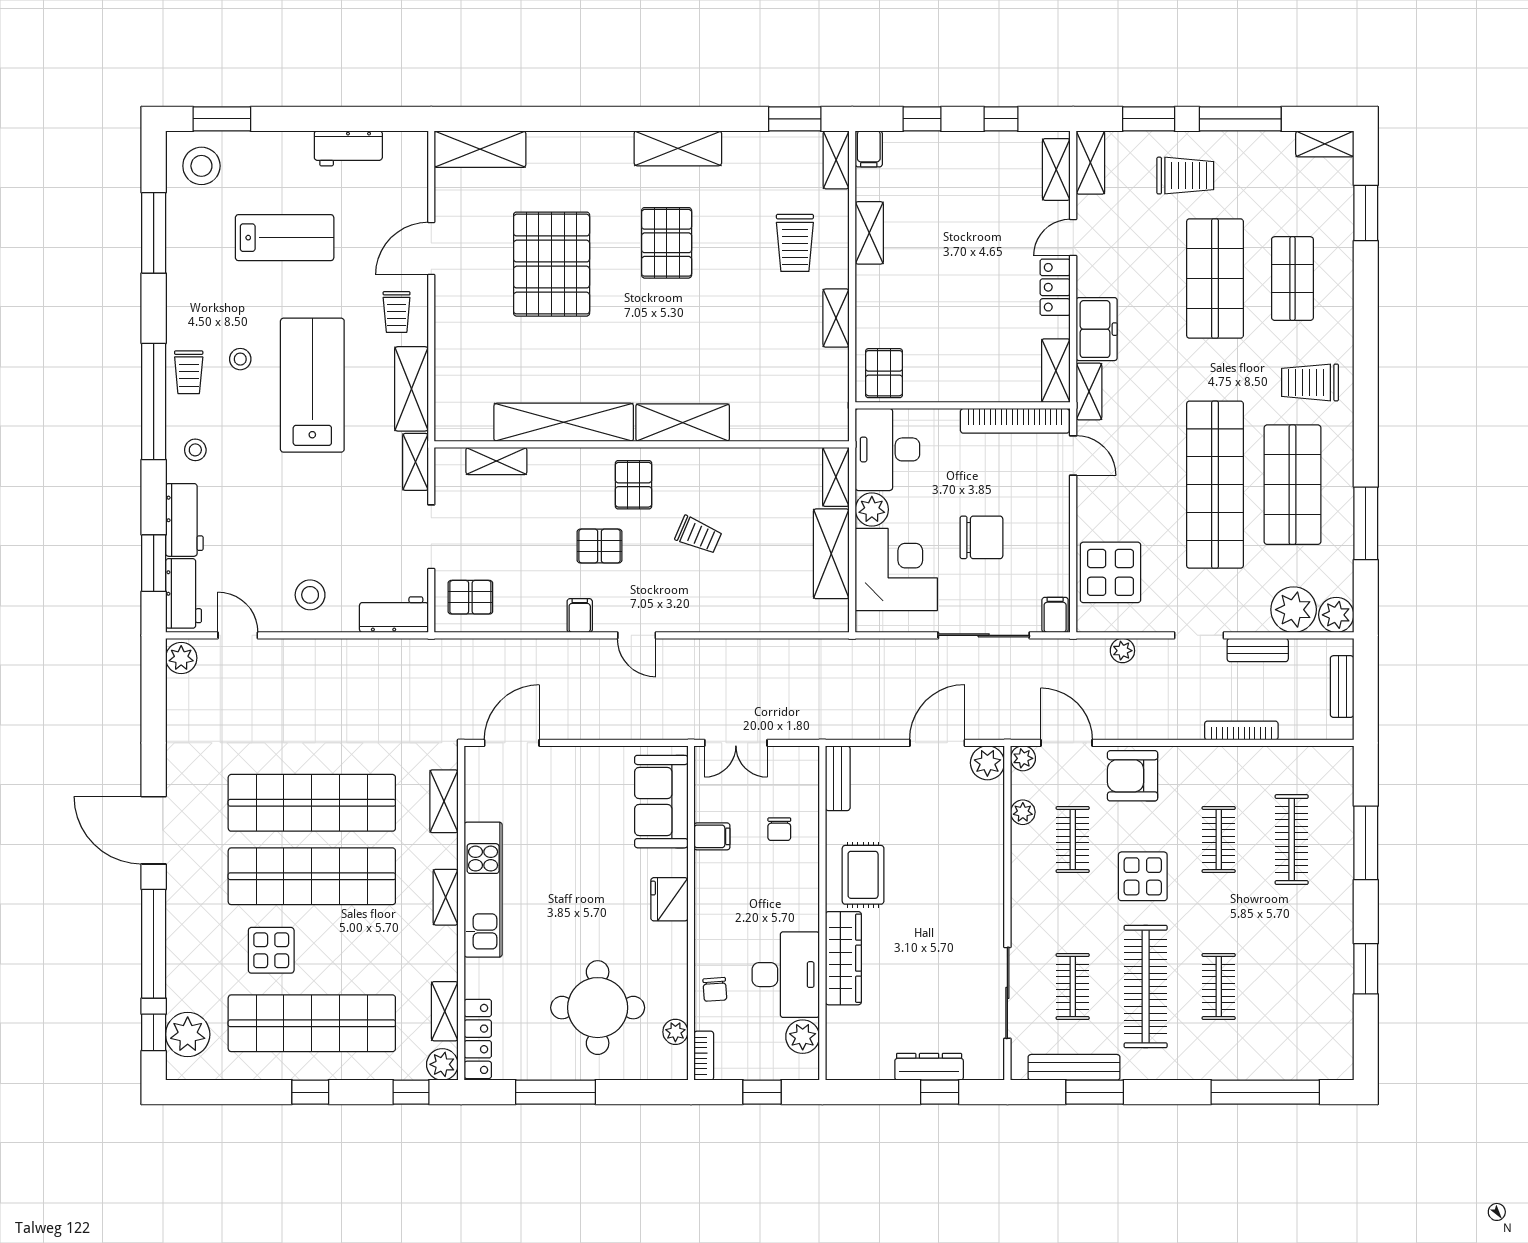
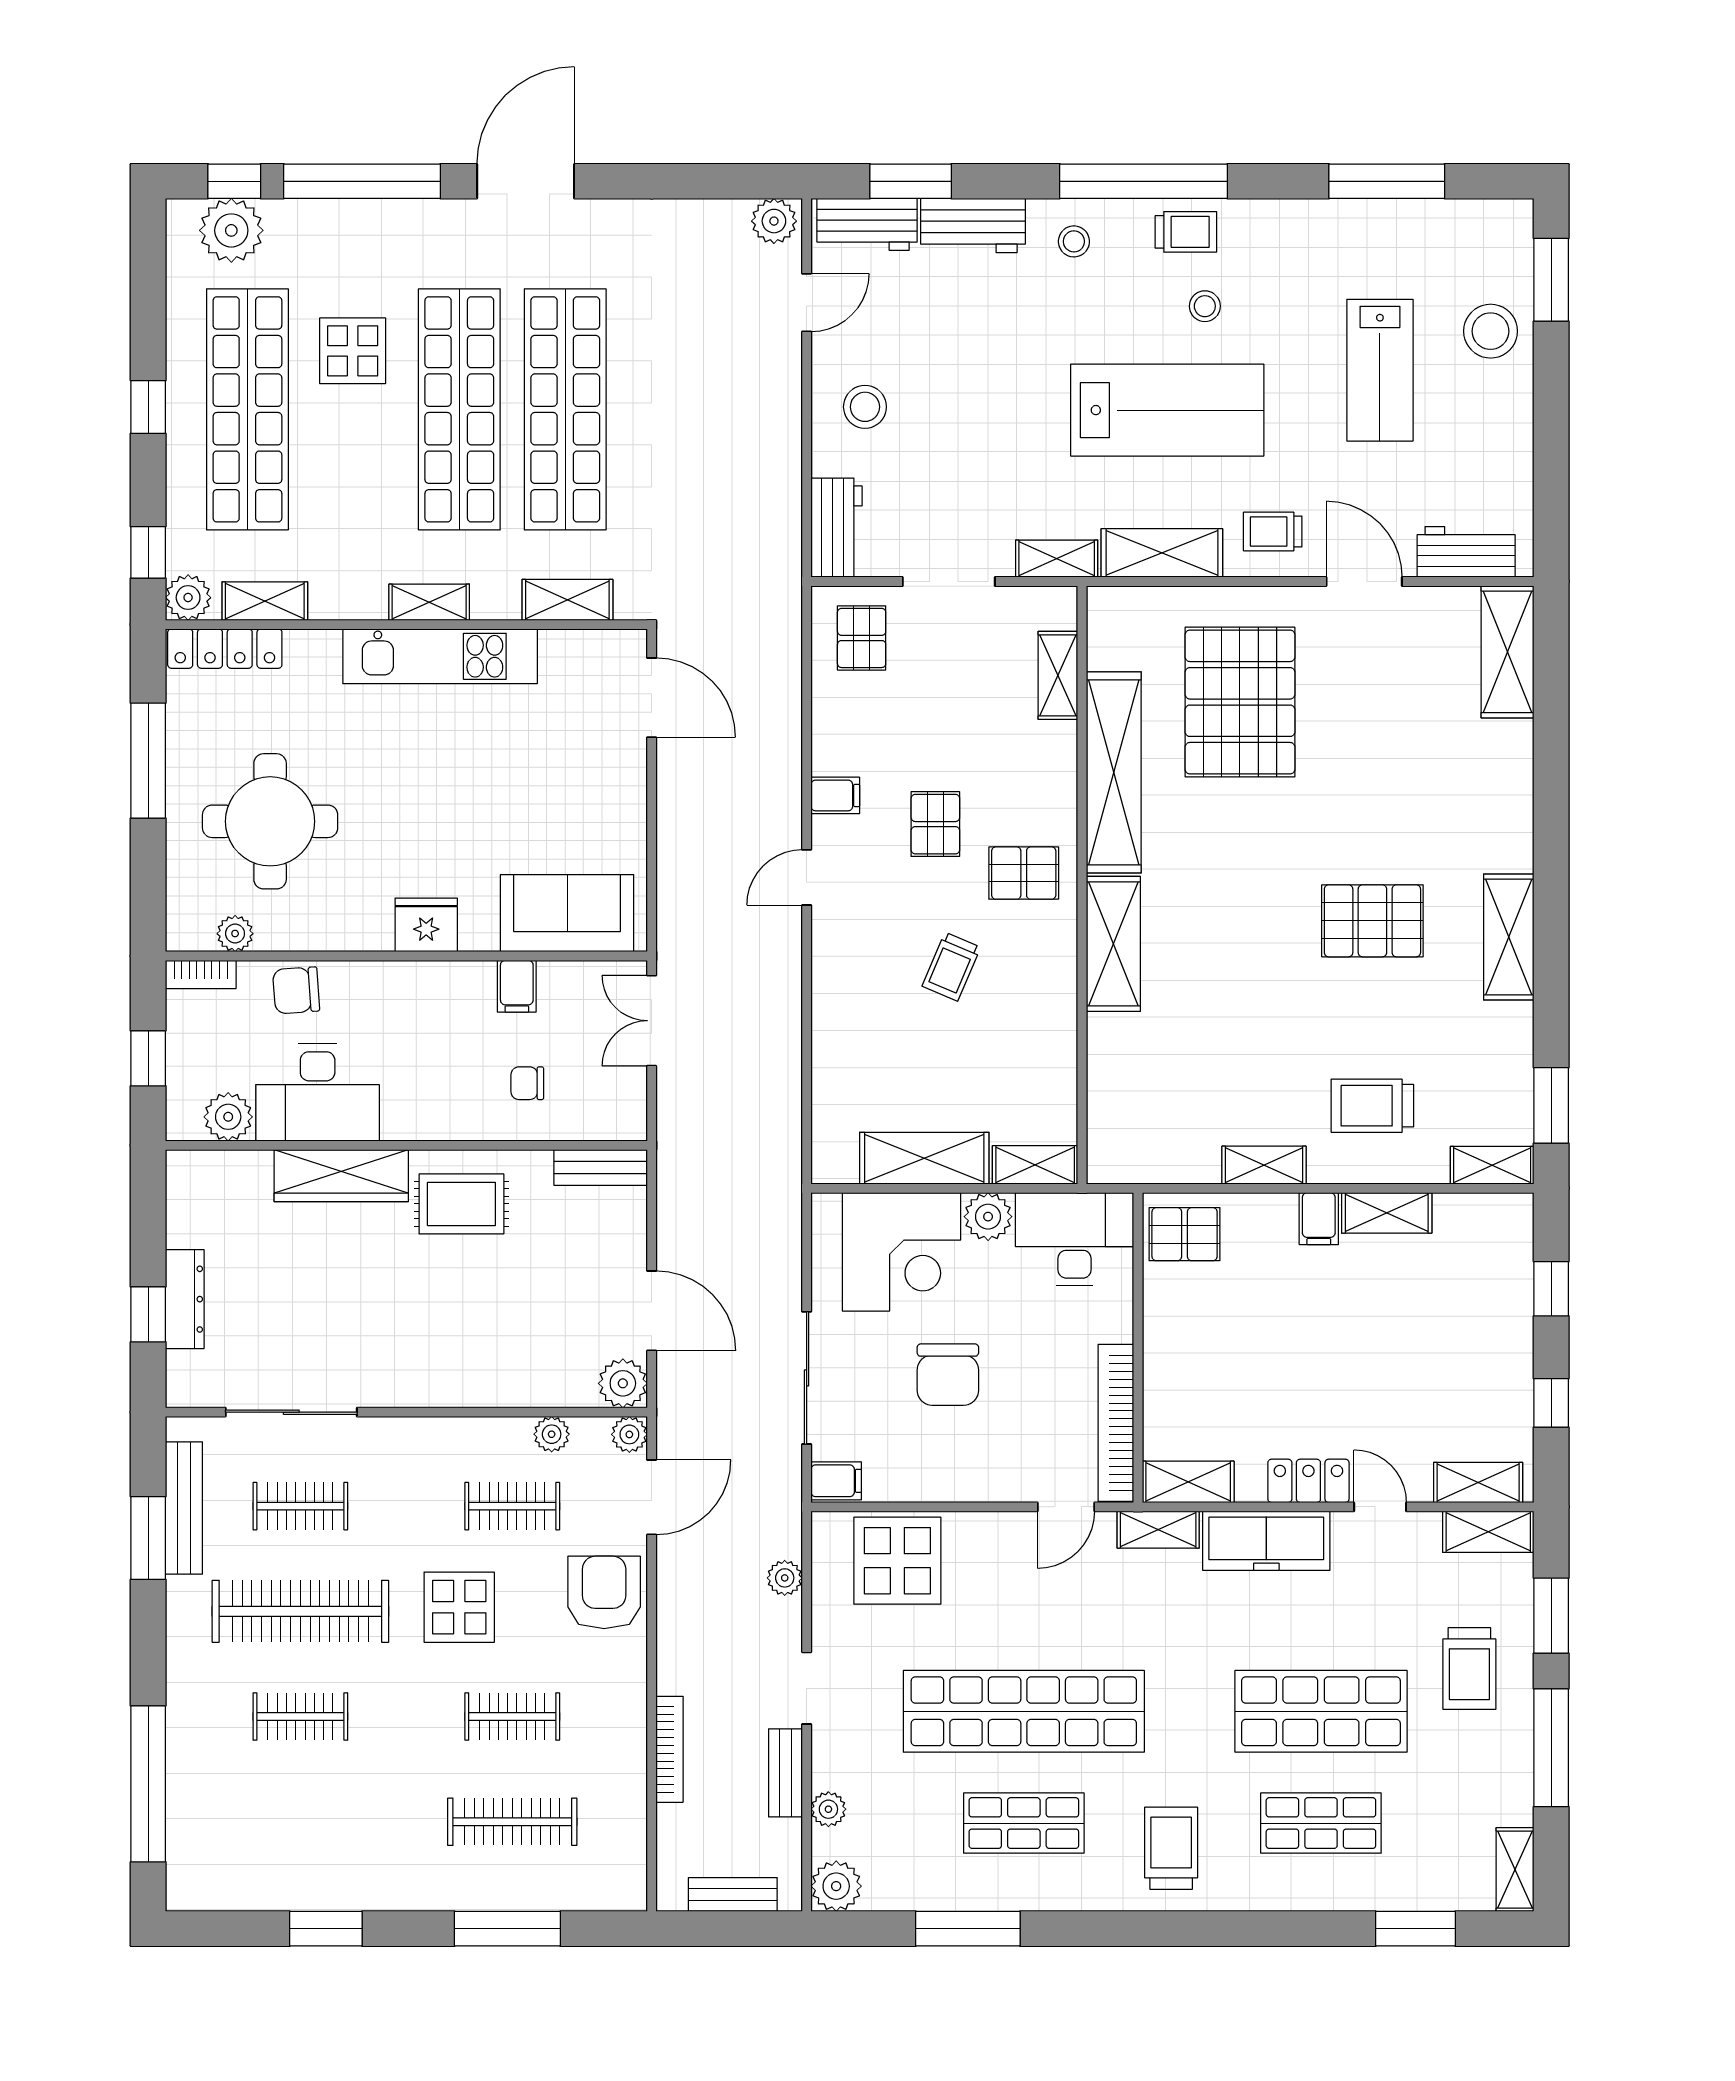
workbench: (348, 148) -> (1466, 552), moved, turned 90
filing cabinet: (869, 149) -> (1319, 1219), moved, turned -90
stool: (201, 166) -> (1491, 331), moved
pallet: (552, 264) -> (1240, 702), moved, turned 90
freezer: (1097, 329) -> (1266, 1541), width x1.40
trolley: (189, 372) -> (1186, 232), turned 180
shop shelf: (1292, 485) -> (1024, 1823), width x0.70, depth x0.74
plant: (1294, 610) -> (828, 1809), width x0.53, depth x0.53
chair: (715, 989) -> (296, 990), width x1.37, depth x1.37

